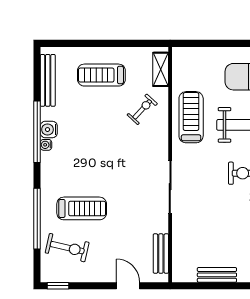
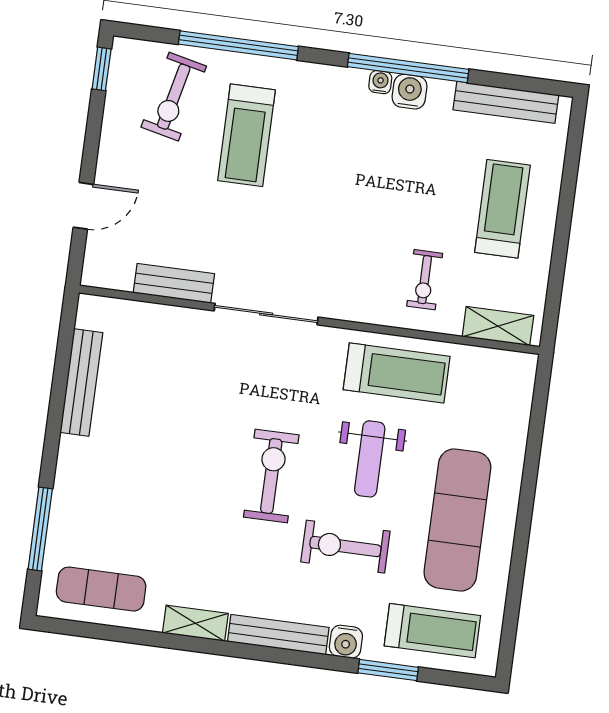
exercise bike: (142, 109) -> (425, 280), turned 47
bench: (161, 254) -> (174, 283), moved
bench: (217, 275) -> (81, 382), width x1.36

